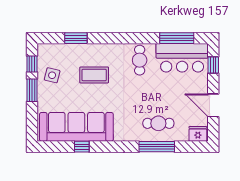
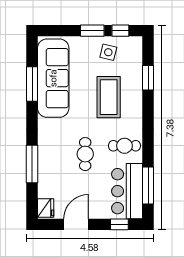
coffee table: (94, 75) -> (109, 97), width x1.36, depth x1.32
cafe table: (158, 123) -> (85, 154), moved
window: (82, 147) -> (32, 84), width x2.17

